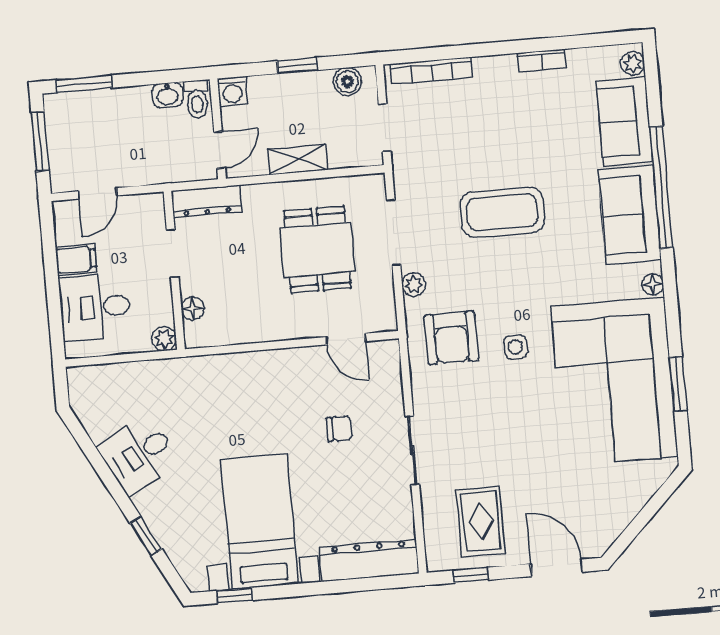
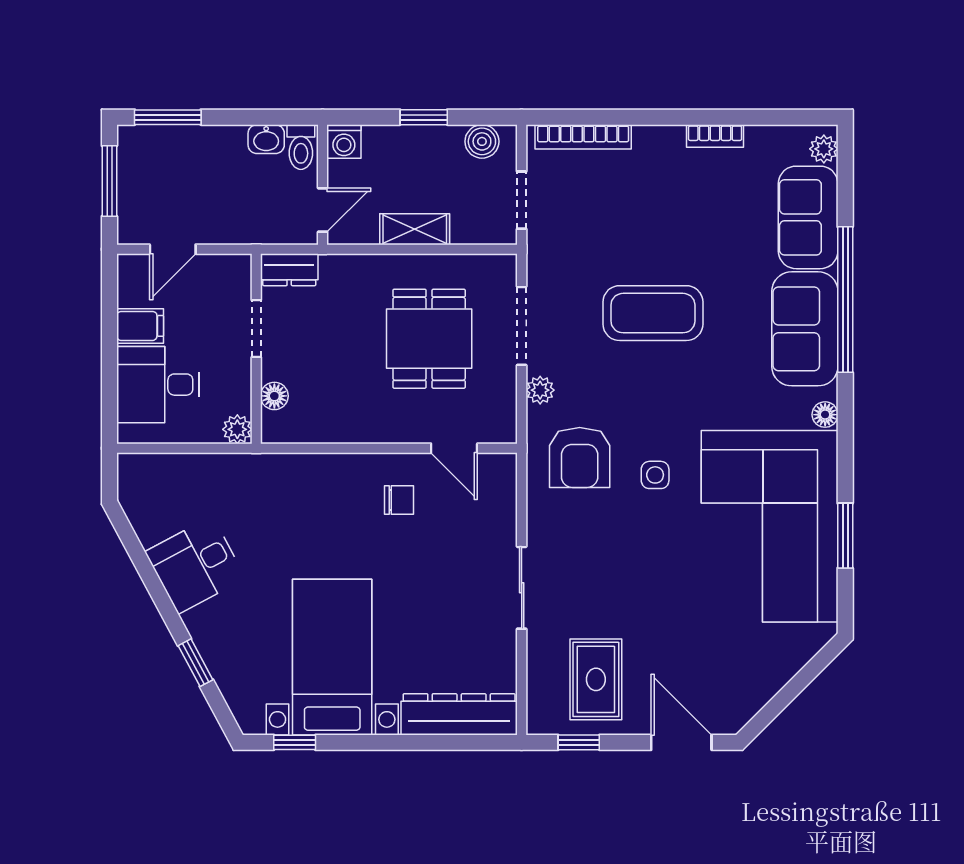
dresser: (206, 201) -> (289, 270), width x0.70
chair: (339, 429) -> (399, 500), moved

